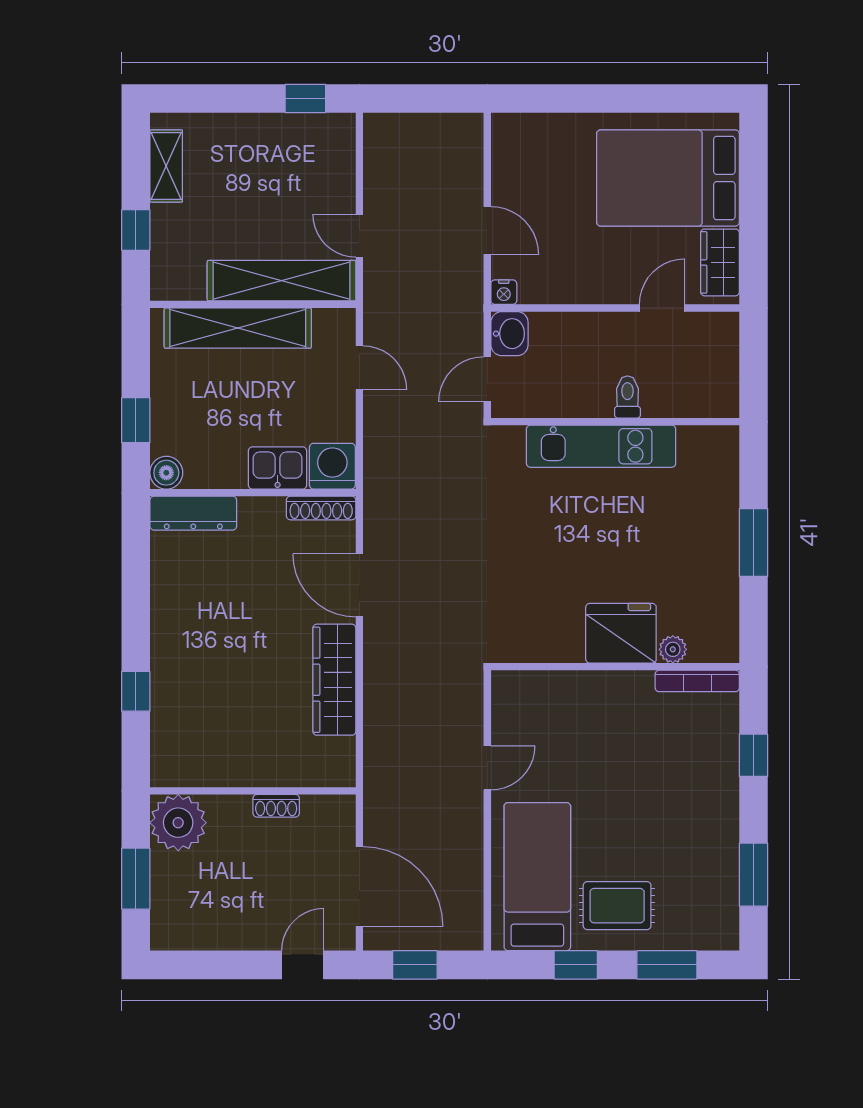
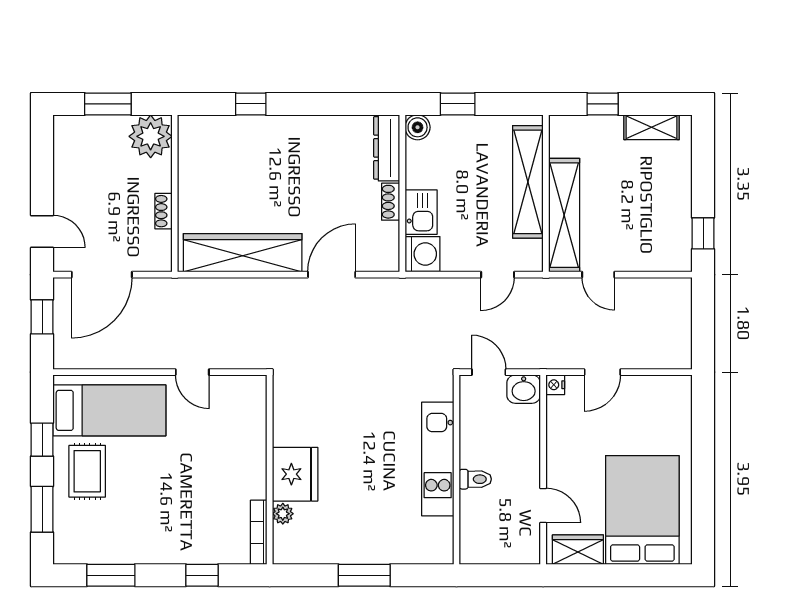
door: (359, 236) -> (598, 275), swing flipped
shoe rack: (321, 508) -> (391, 202), moved, width x0.70
wardrobe: (334, 680) -> (243, 253), width x1.40, depth x1.17

